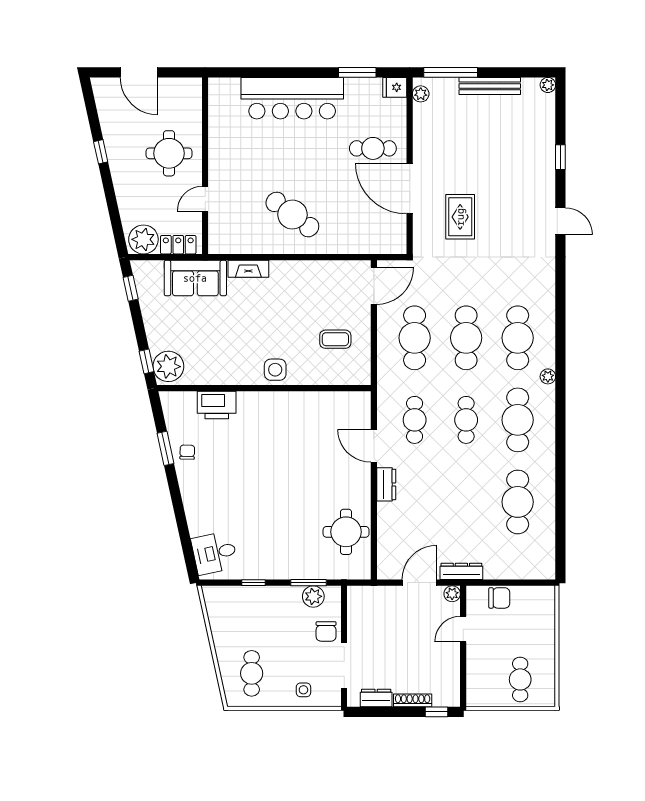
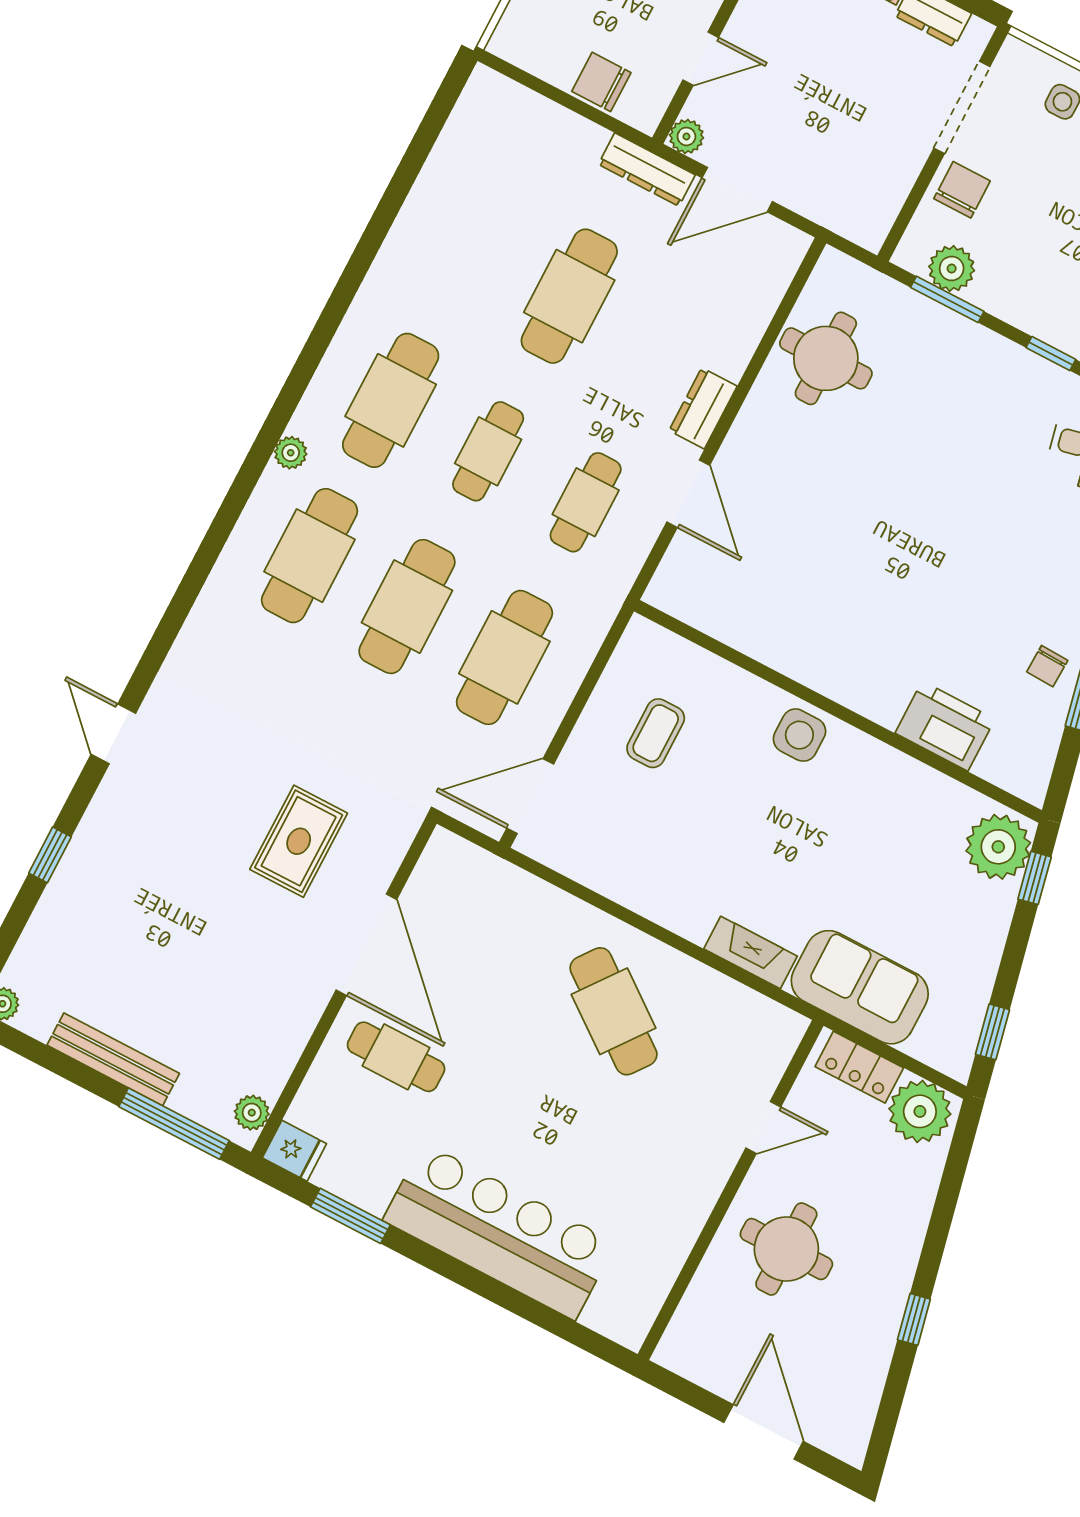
coffee table: (335, 339) -> (656, 733), turned 90
cafe table: (518, 502) -> (569, 296), moved

